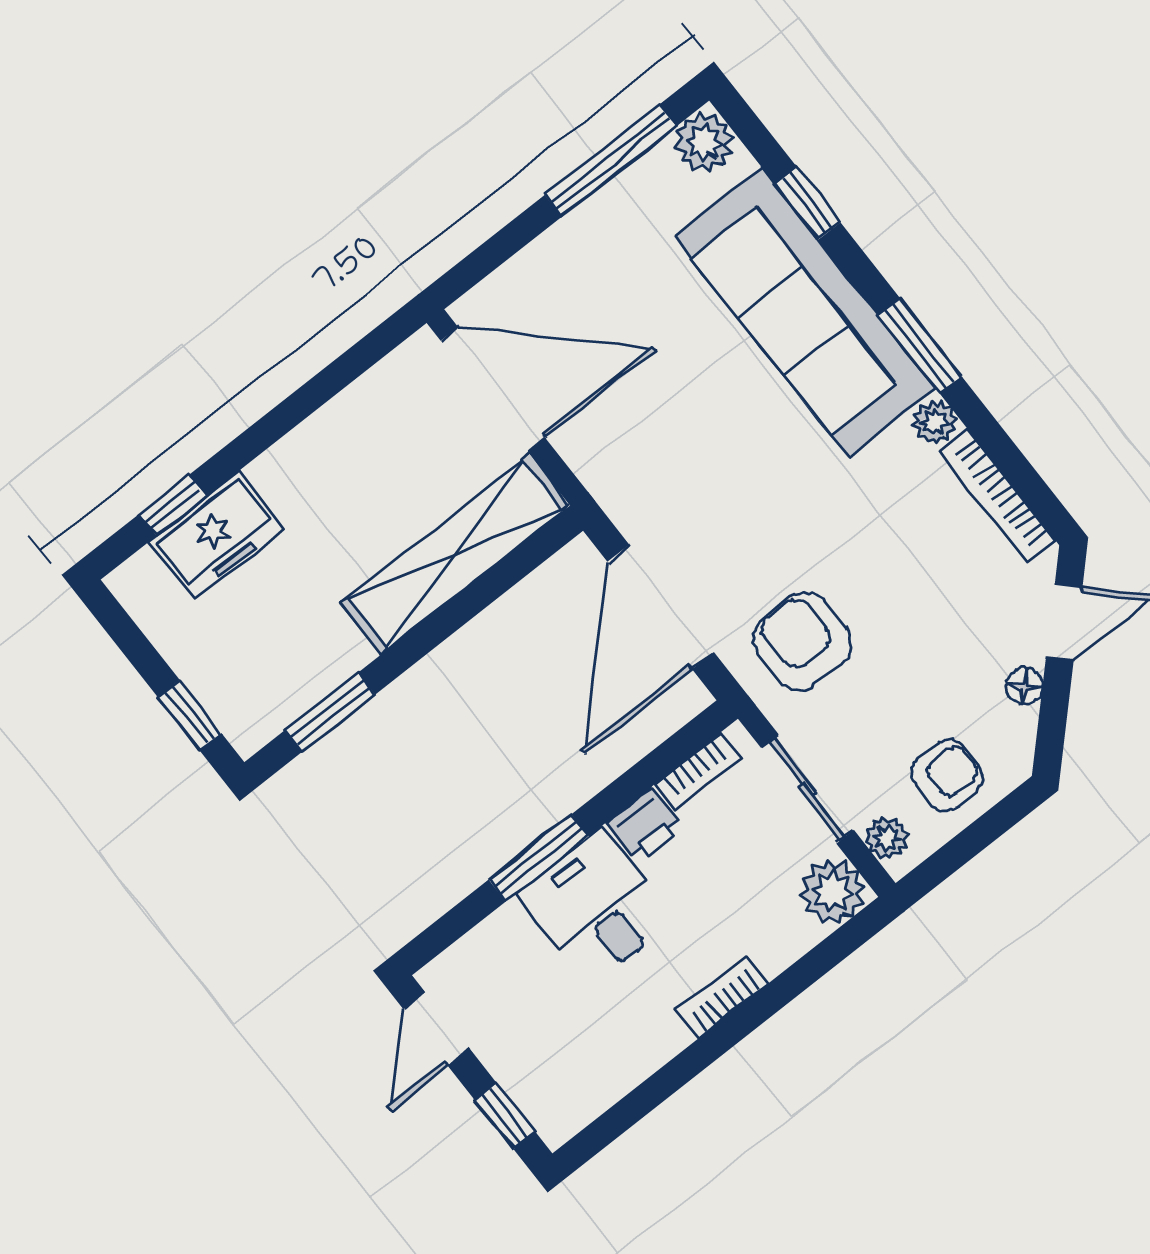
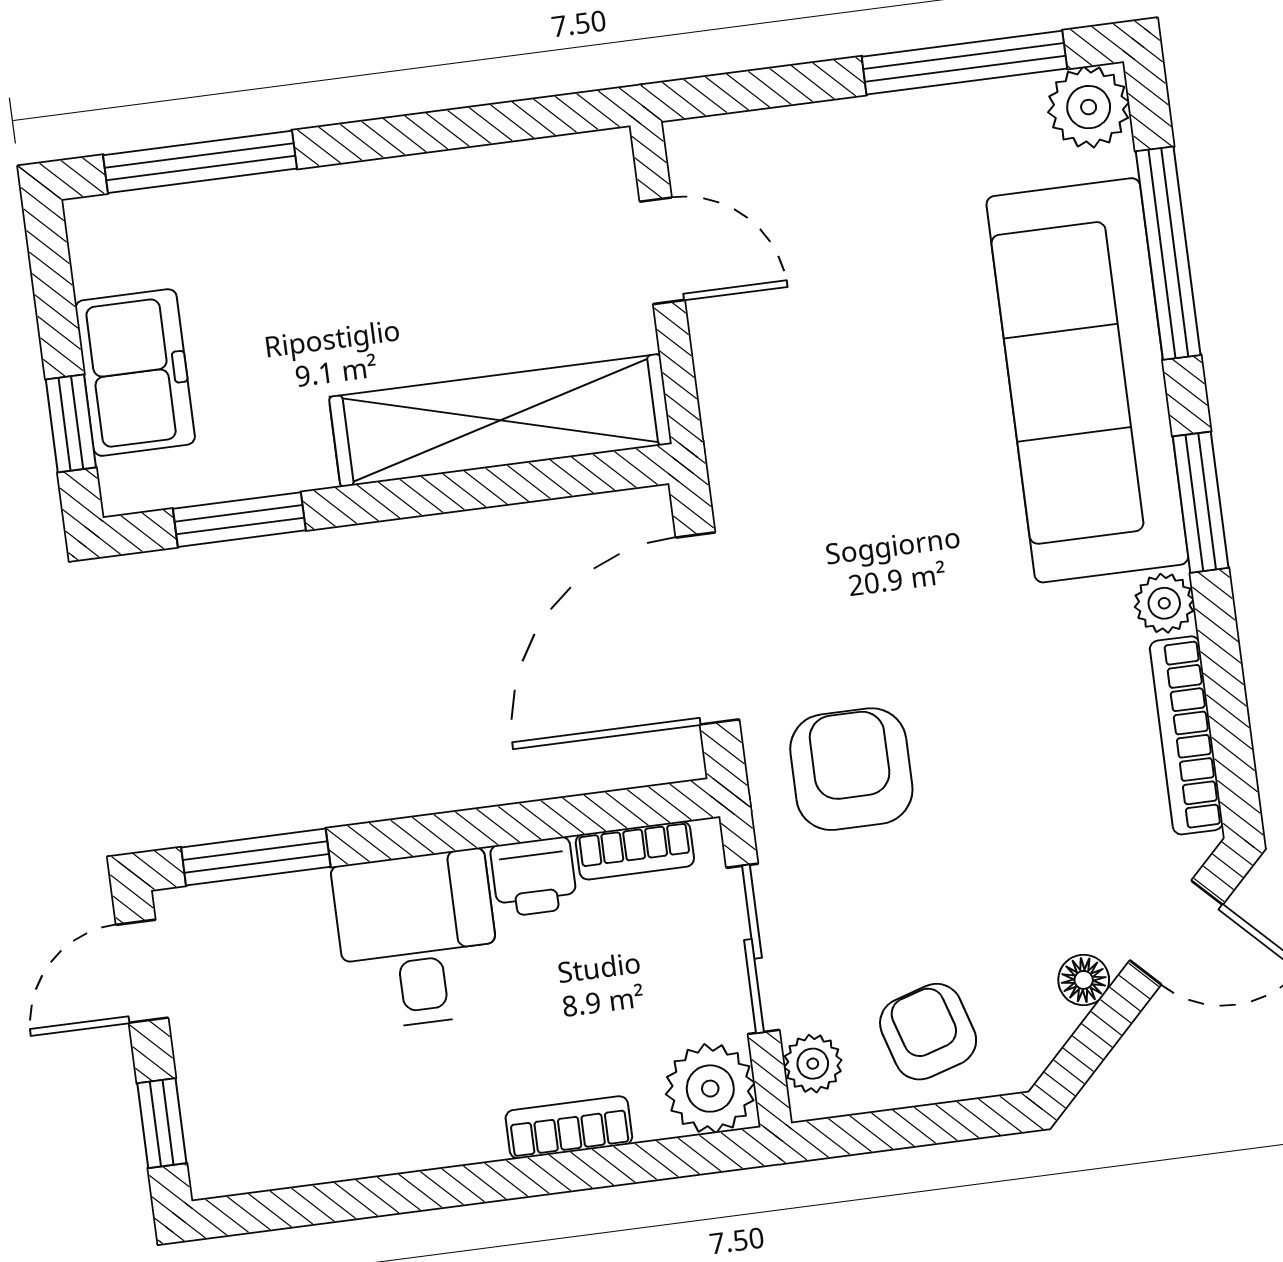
window: (808, 203) -> (1168, 253), width x2.17
door: (493, 389) -> (662, 251), width x0.53
window: (173, 505) -> (200, 162), width x2.17
freezer: (216, 535) -> (135, 373), moved, turned -90
armchair: (947, 776) -> (928, 1032), turned -107
window: (539, 858) -> (256, 857), moved
bookcase: (723, 997) -> (569, 1127), moved

